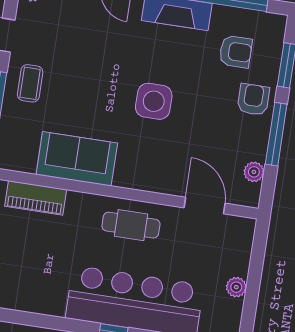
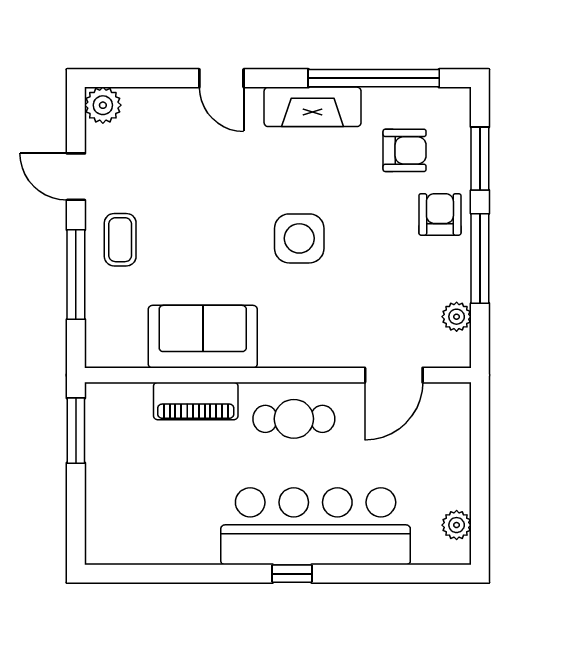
piano: (36, 198) -> (196, 401), moved
door: (205, 206) -> (394, 375), swing flipped
plant: (236, 287) -> (457, 525), moved

